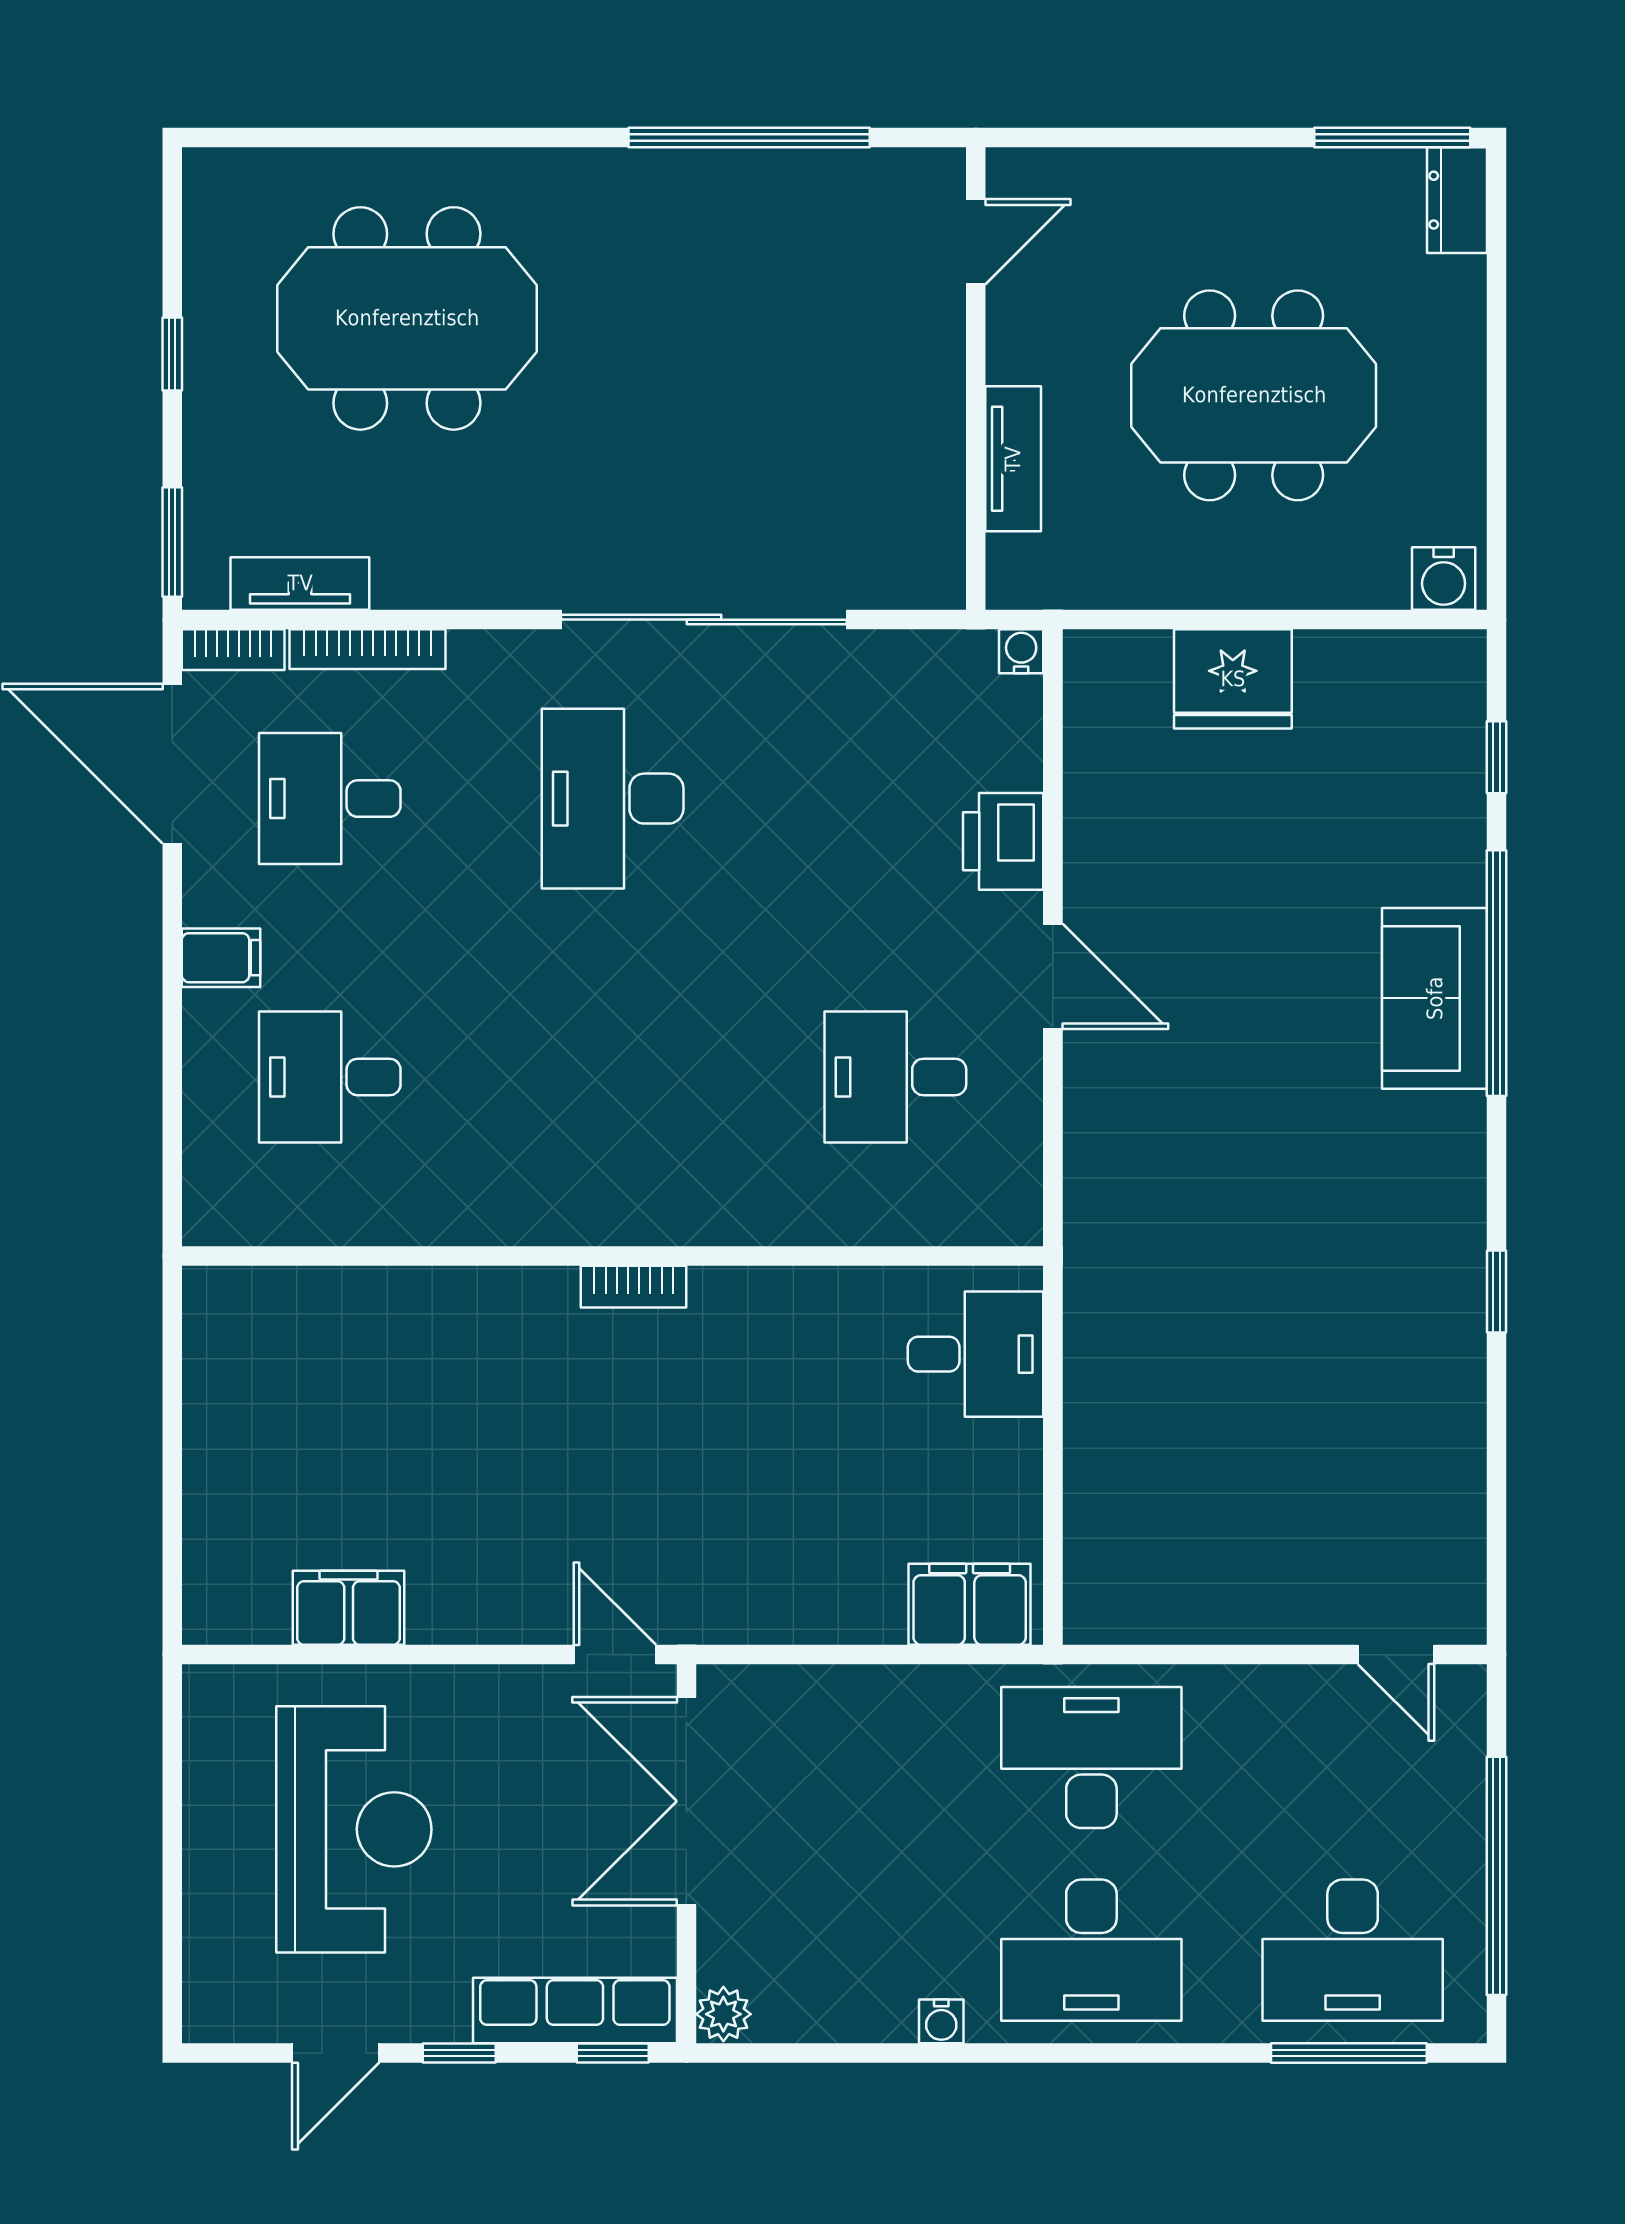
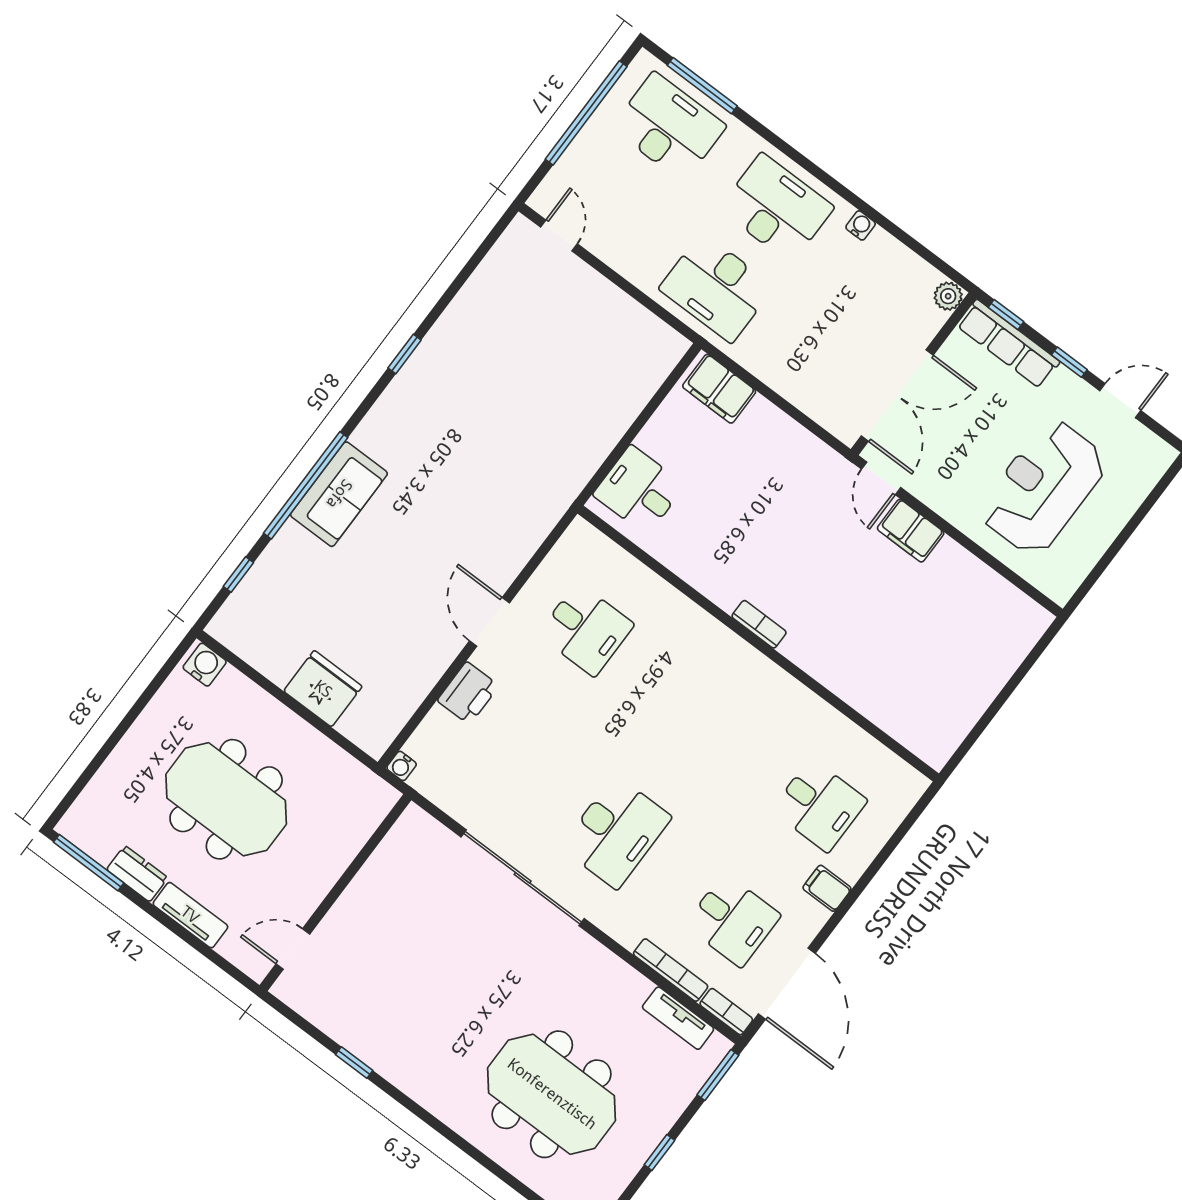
window: (749, 137) -> (354, 1063), width x0.32
dresser: (1457, 200) -> (137, 874), moved, turned -90
tv unit: (1013, 459) -> (190, 915), moved, turned 90
filing cabinet: (349, 1608) -> (911, 531), moved

